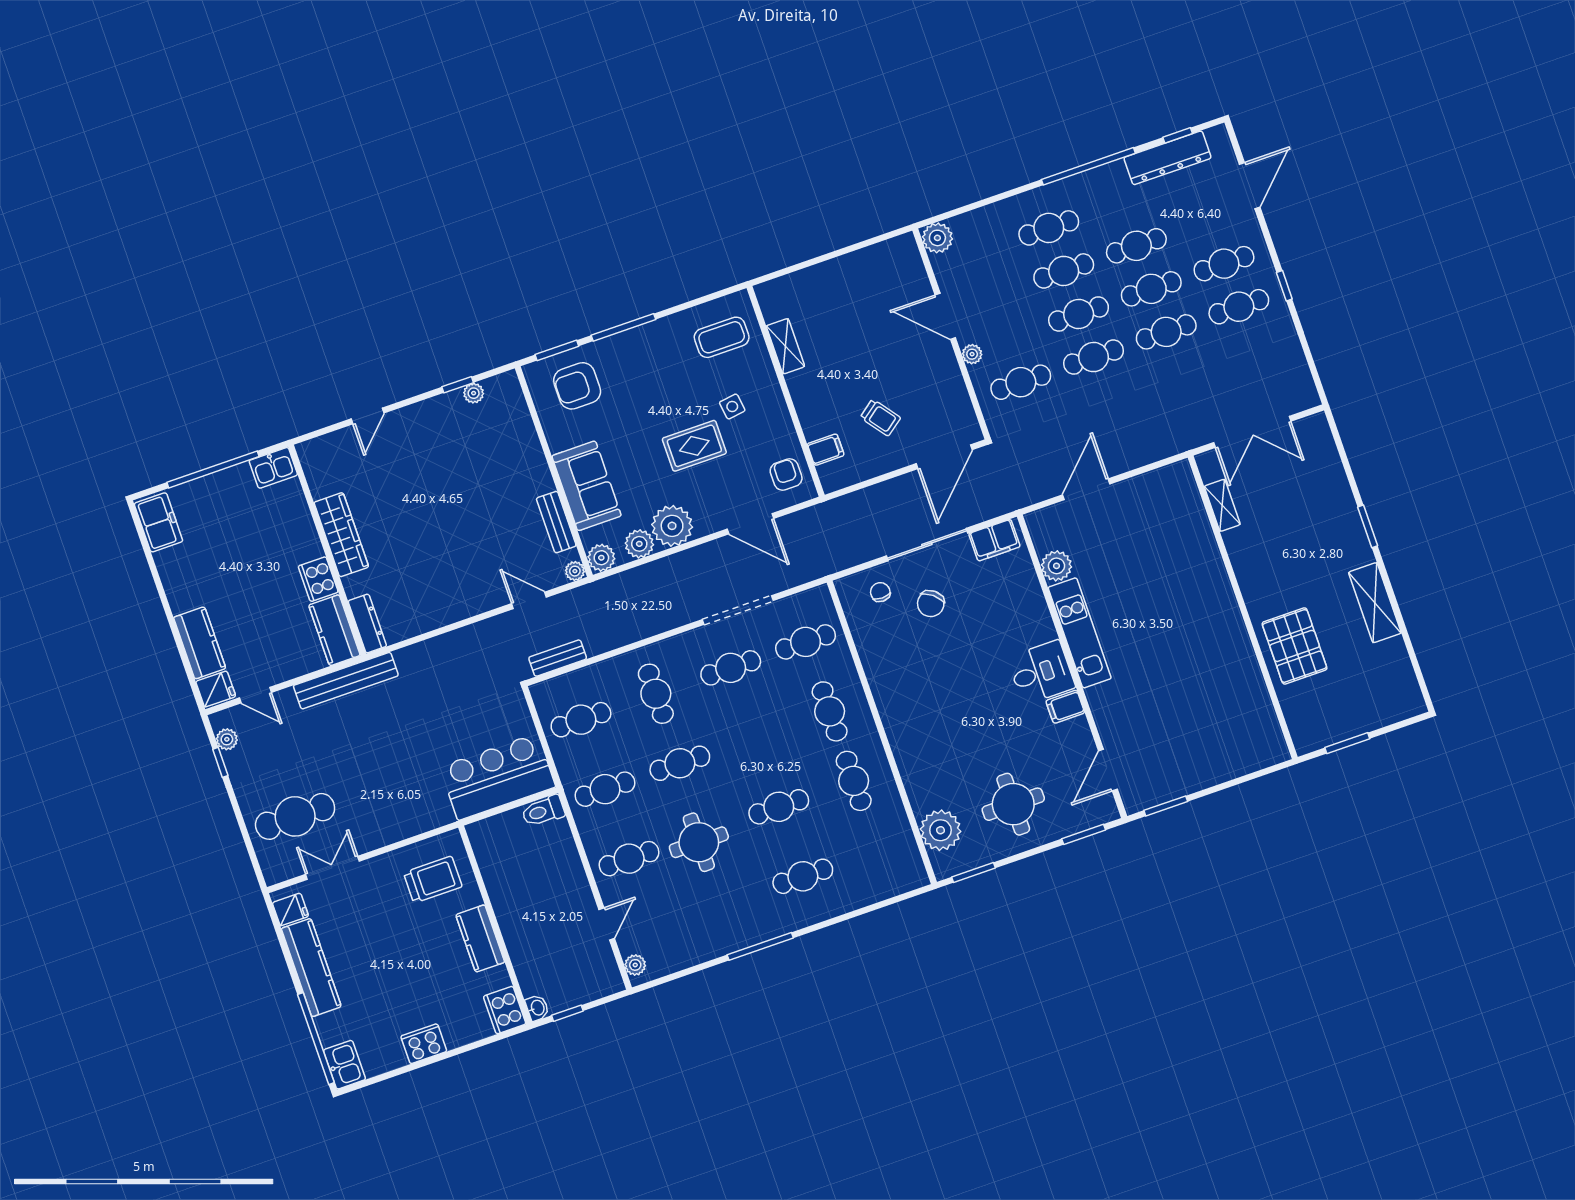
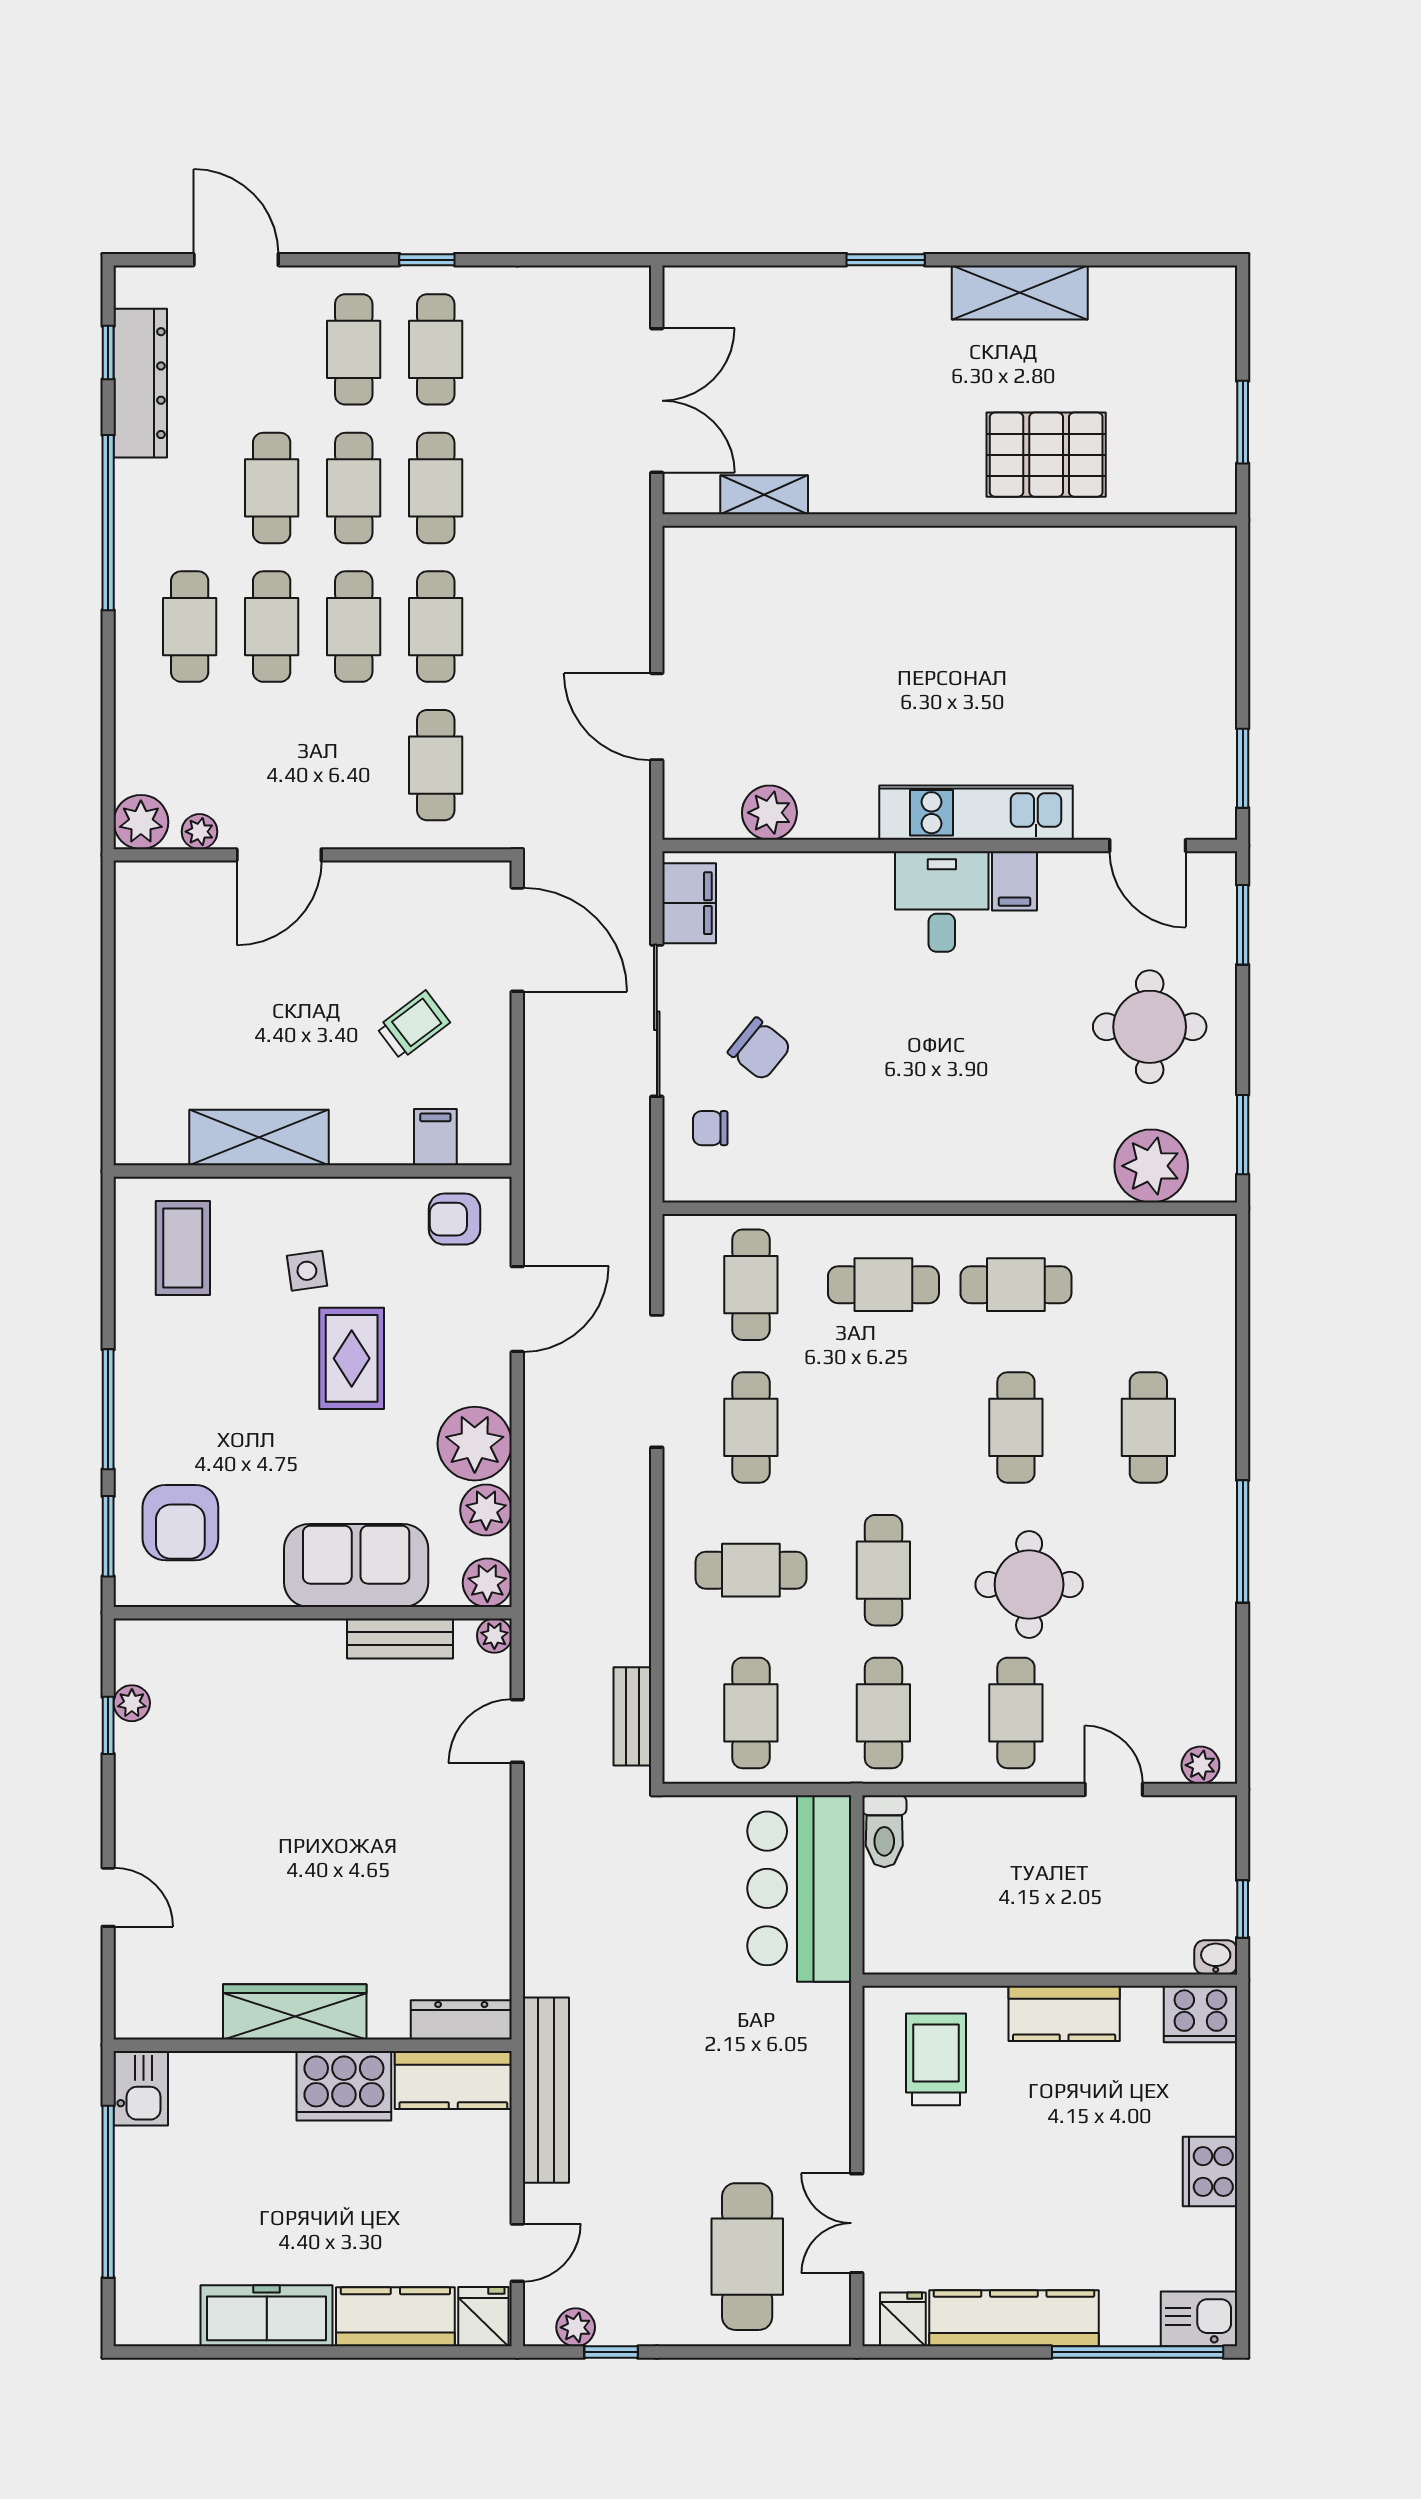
shelving: (785, 346) -> (259, 1138), width x1.50, depth x1.33
plant: (972, 354) -> (200, 832), moved
freezer: (158, 522) -> (267, 2316), moved, width x1.40
cooker: (318, 579) -> (344, 2086), width x1.37, depth x1.31
kitchen unit: (1080, 633) -> (976, 813), moved

